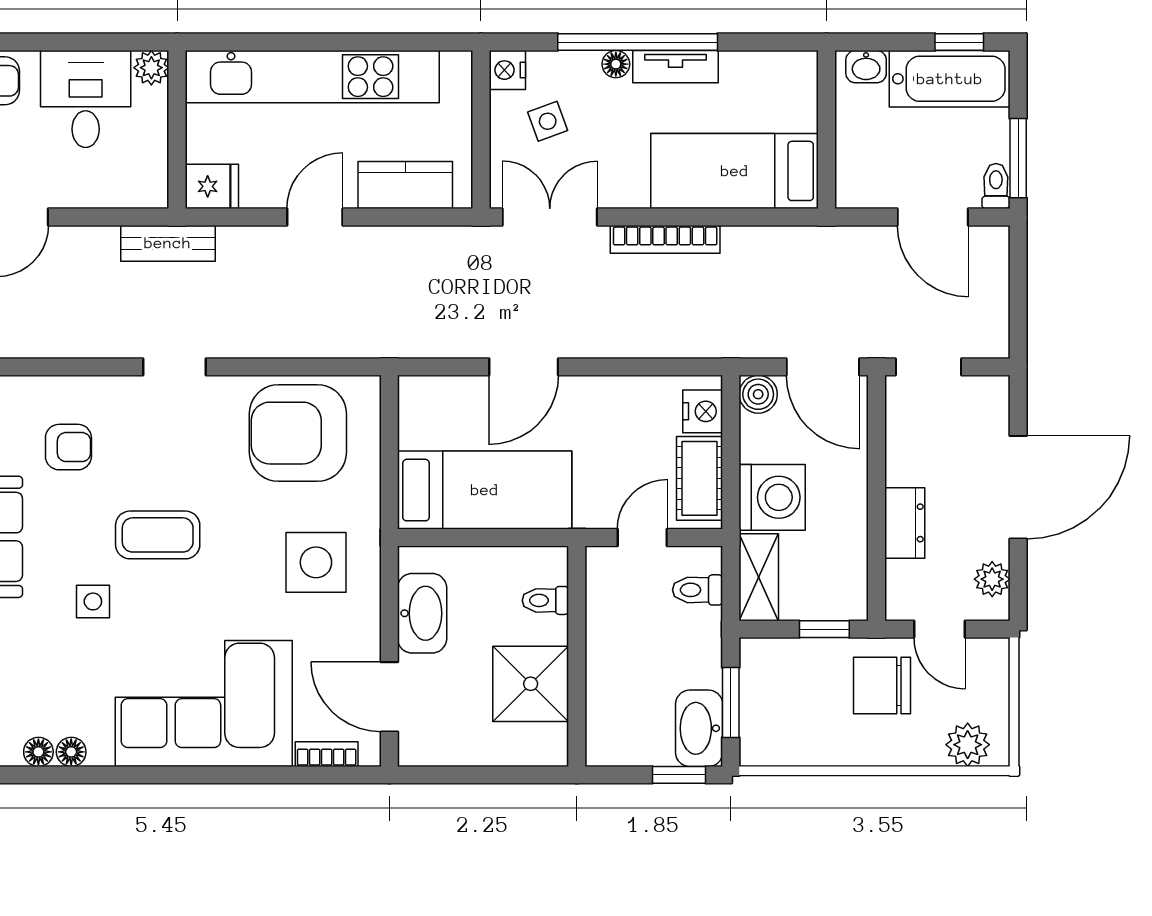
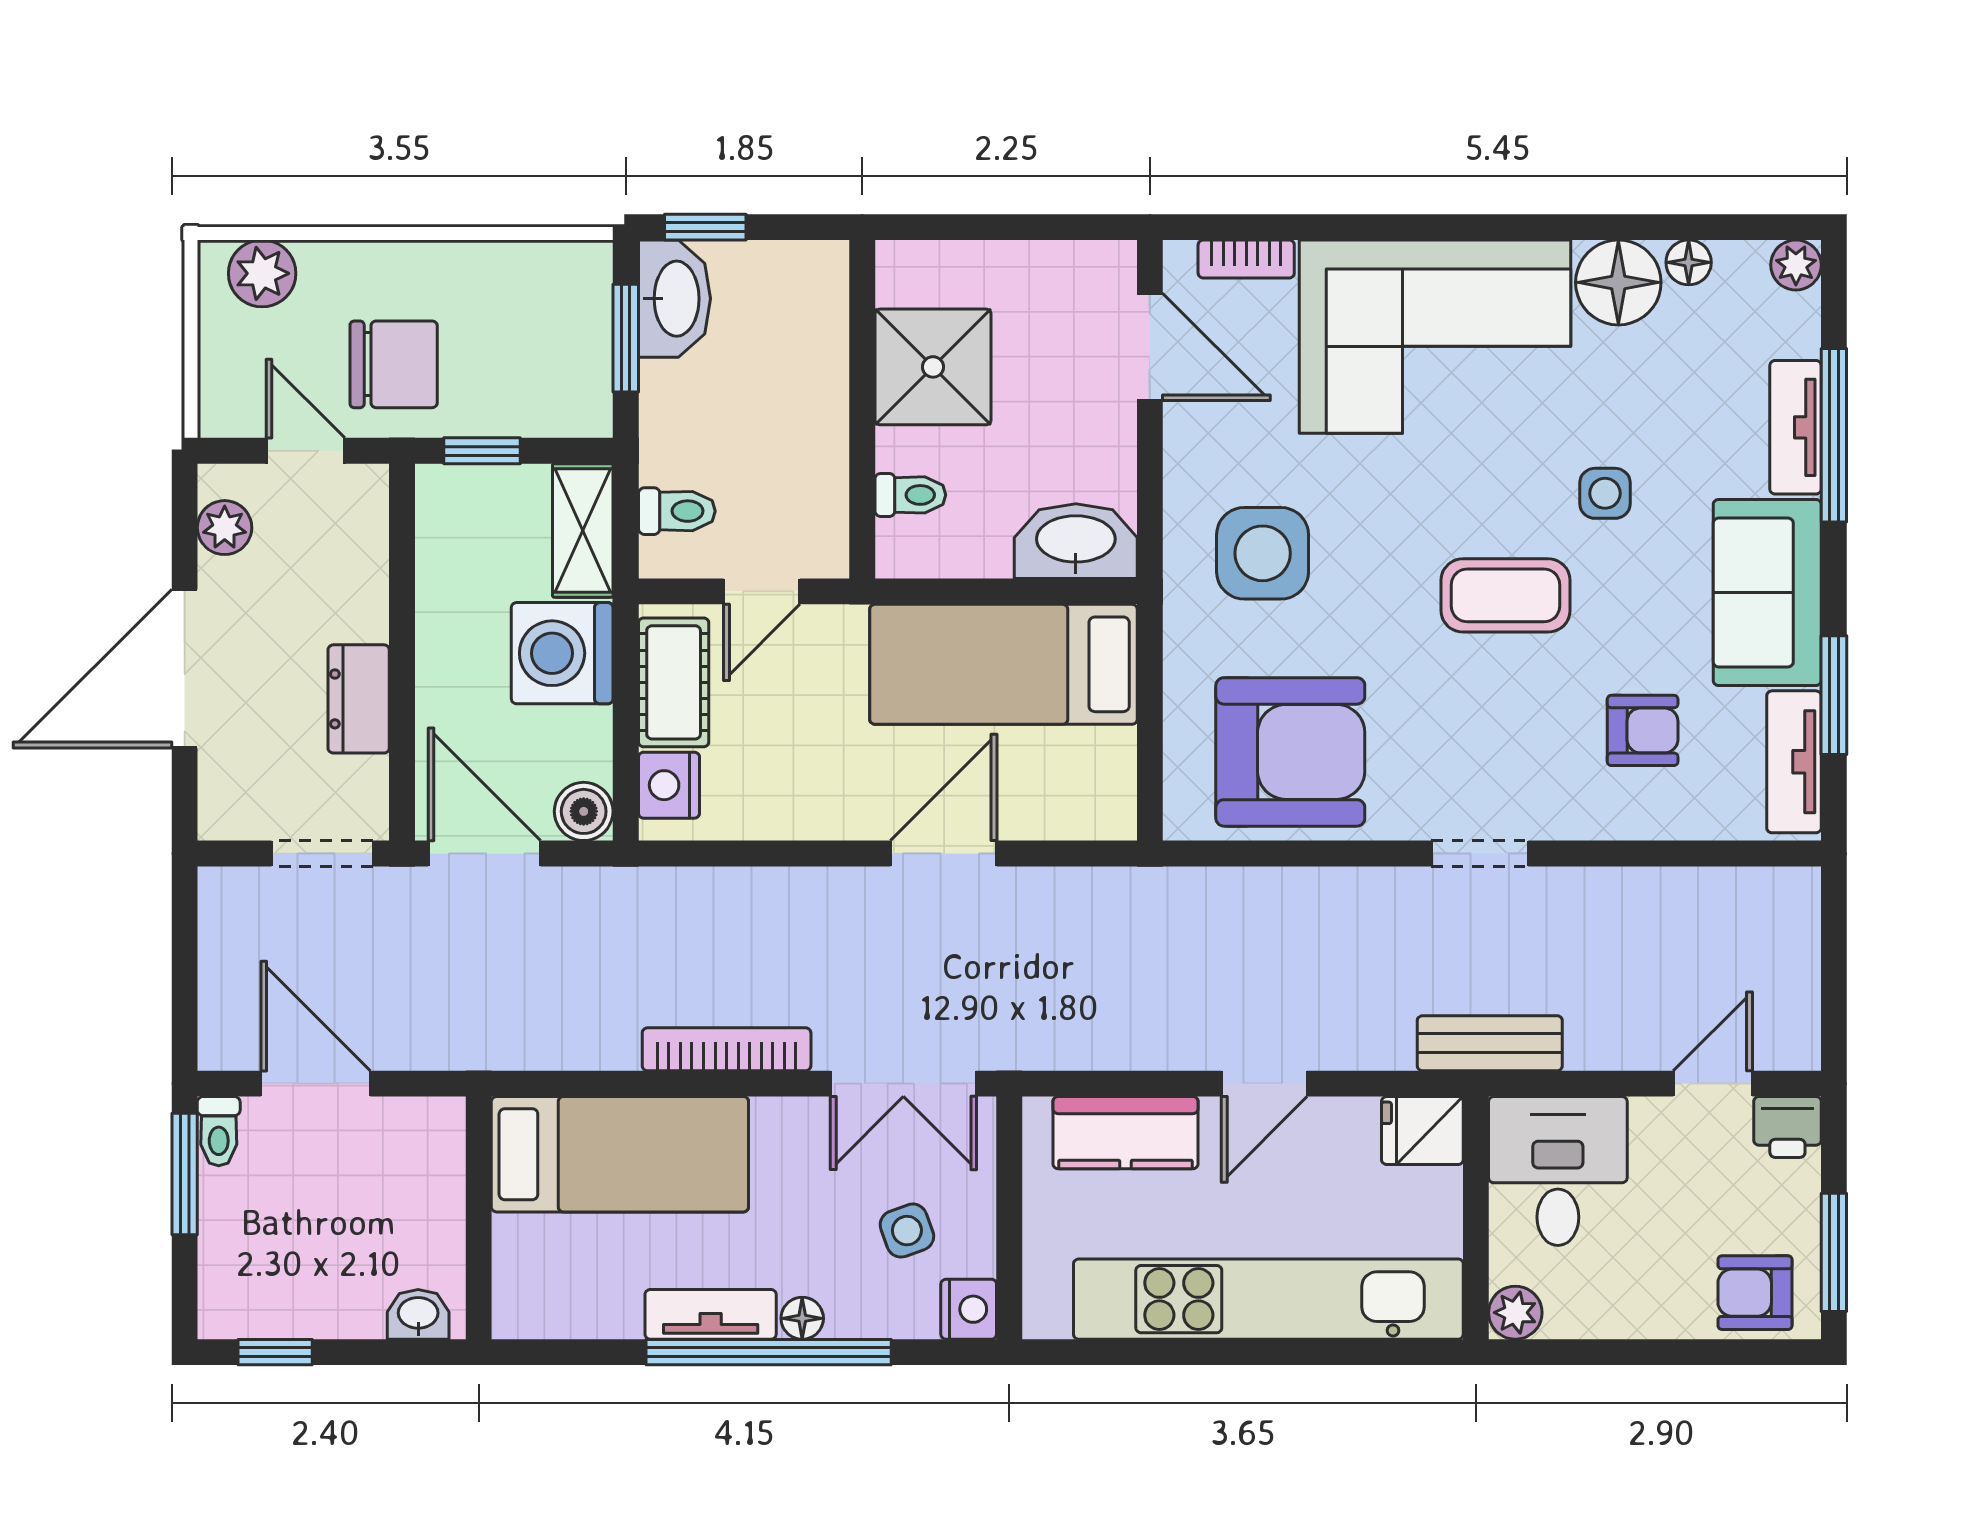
bathtub: (950, 79) -> (290, 1296), removed
desk: (86, 99) -> (1558, 1171), moved, turned 180
armchair: (68, 447) -> (1643, 730), turned 180
dresser: (905, 523) -> (359, 699), moved
washbasin: (422, 613) -> (1076, 541), moved, turned 90
floor lamp: (71, 752) -> (1618, 282), width x1.89, depth x1.89

